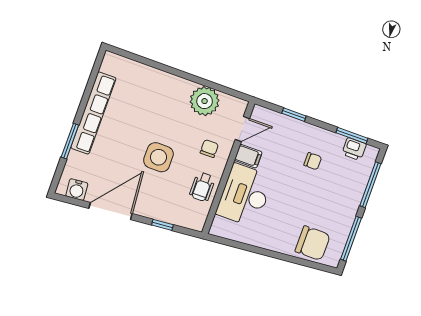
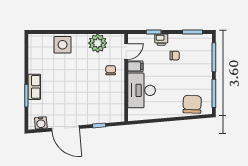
row of seats: (93, 113) -> (34, 87), width x0.50
printer: (354, 149) -> (161, 40), moved
side table: (158, 157) -> (63, 45), moved
wheelchair: (202, 187) -> (115, 94), removed
door: (110, 211) -> (65, 128), swing flipped
chair: (313, 243) -> (192, 104), turned -88

